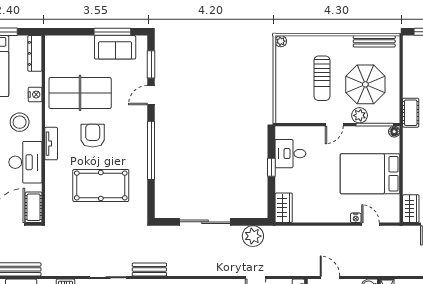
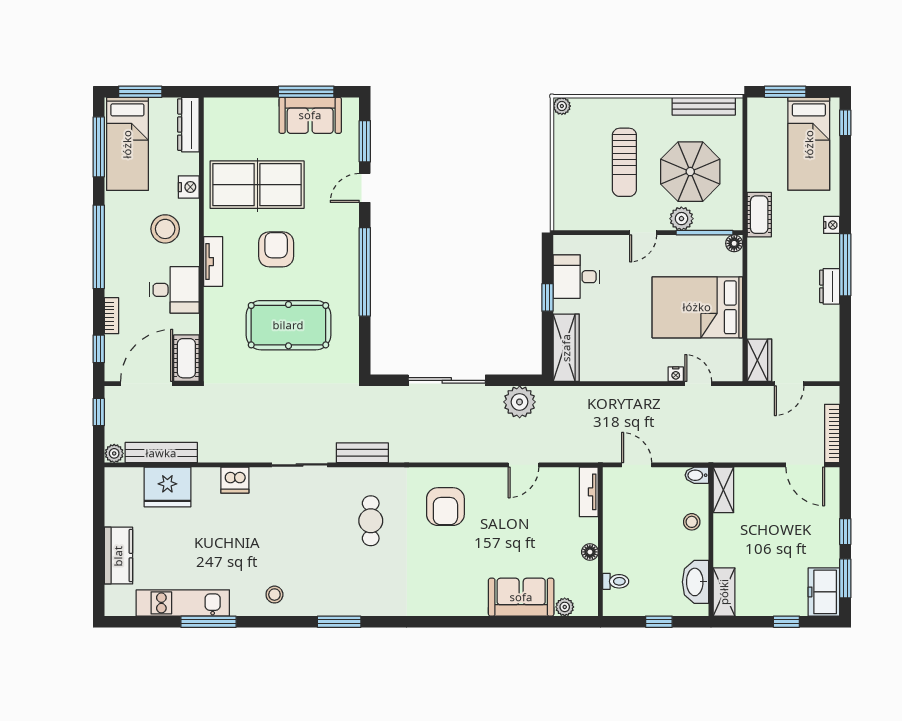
desk: (25, 162) -> (174, 290), width x0.73
wardrobe: (284, 208) -> (566, 348), width x1.50

